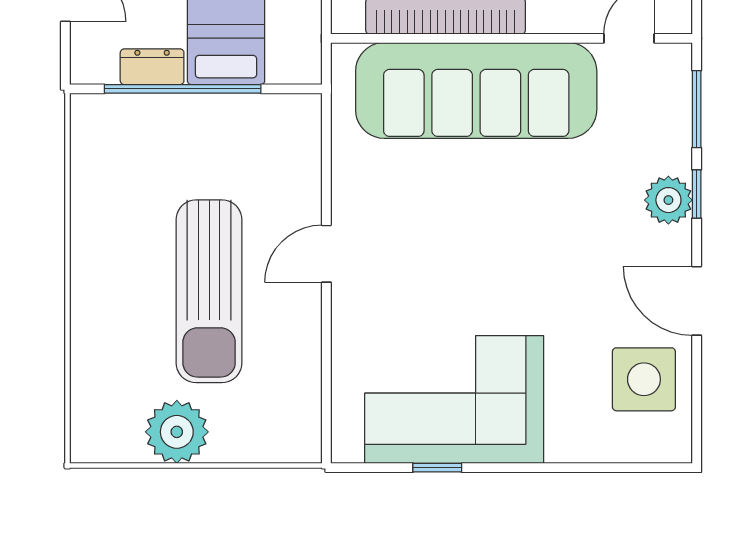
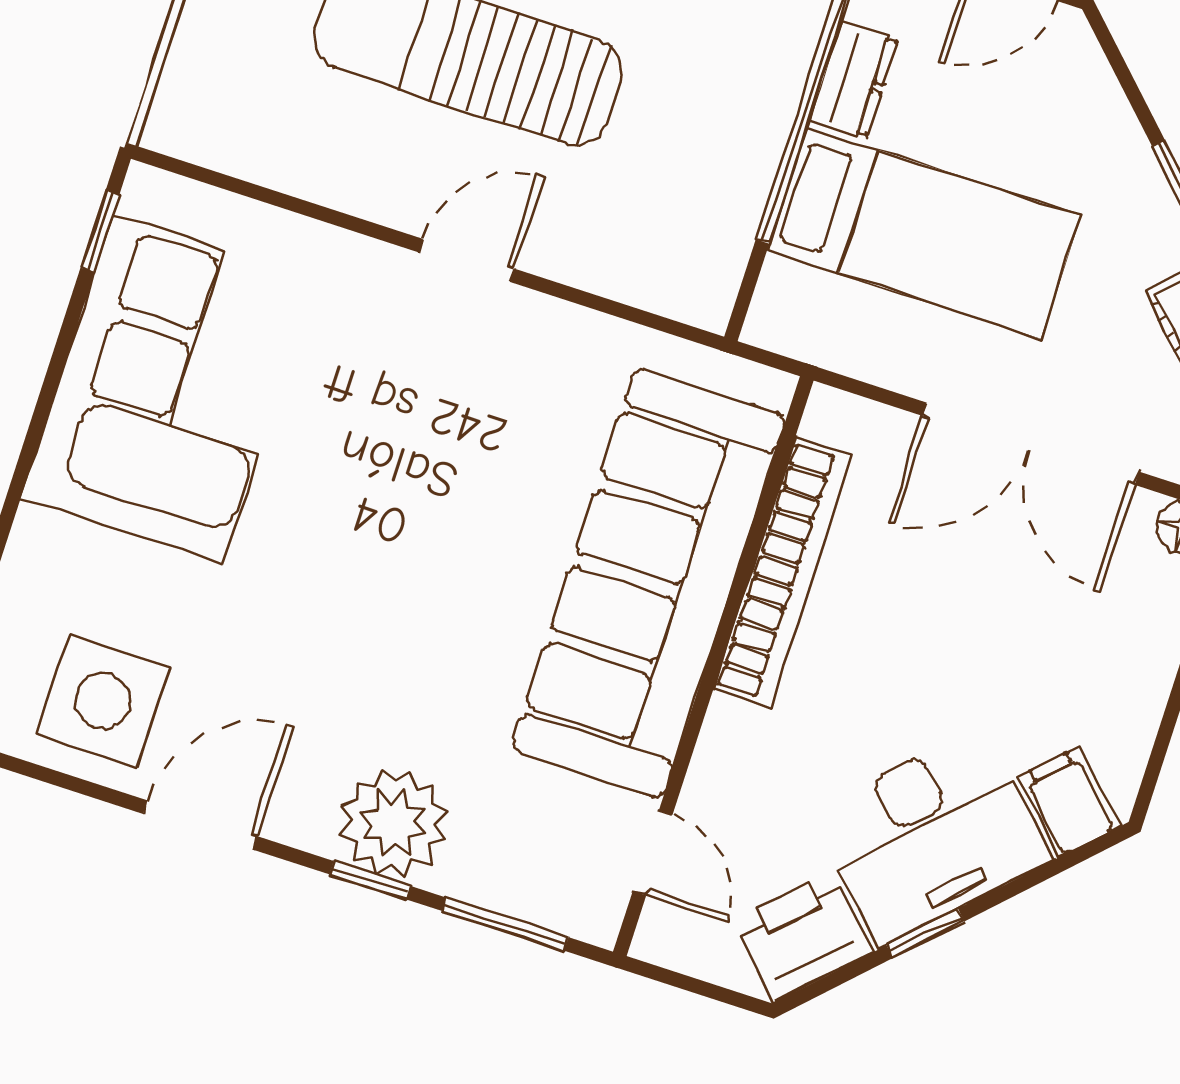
plant: (668, 200) -> (394, 823), width x1.36, depth x1.36
door: (326, 254) -> (466, 260), hinge flipped
window: (437, 468) -> (100, 231), moved

